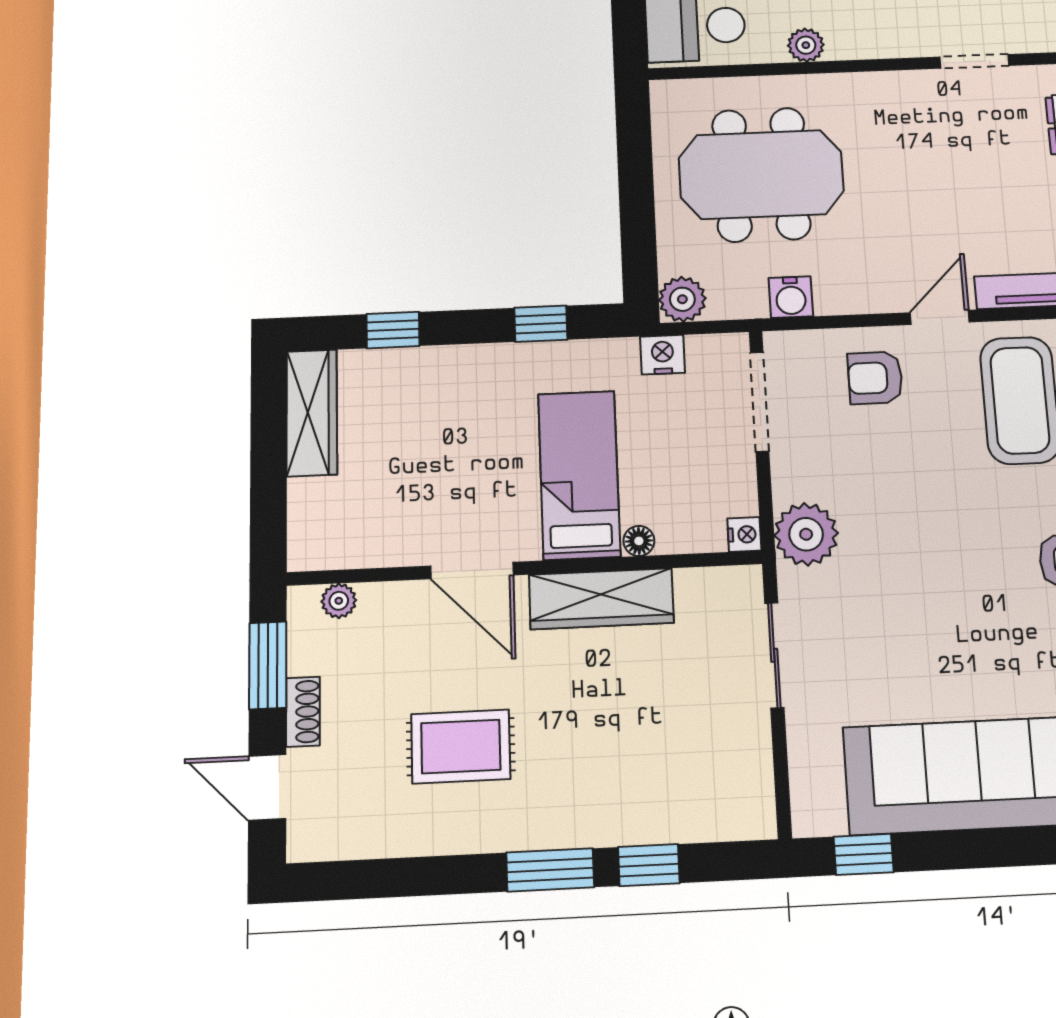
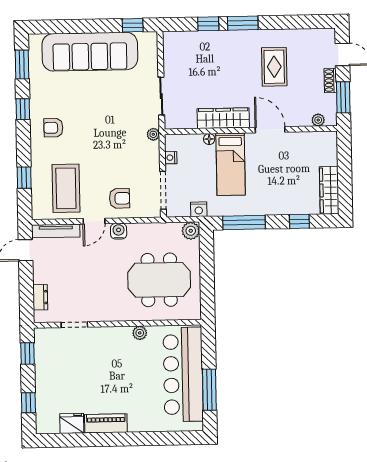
water cooler: (791, 297) -> (119, 231), moved
window: (541, 324) -> (244, 222), width x2.17
nightstand: (744, 534) -> (171, 158), moved
plant: (806, 534) -> (153, 134), width x0.53, depth x0.53
rug: (461, 746) -> (274, 67), turned 90

